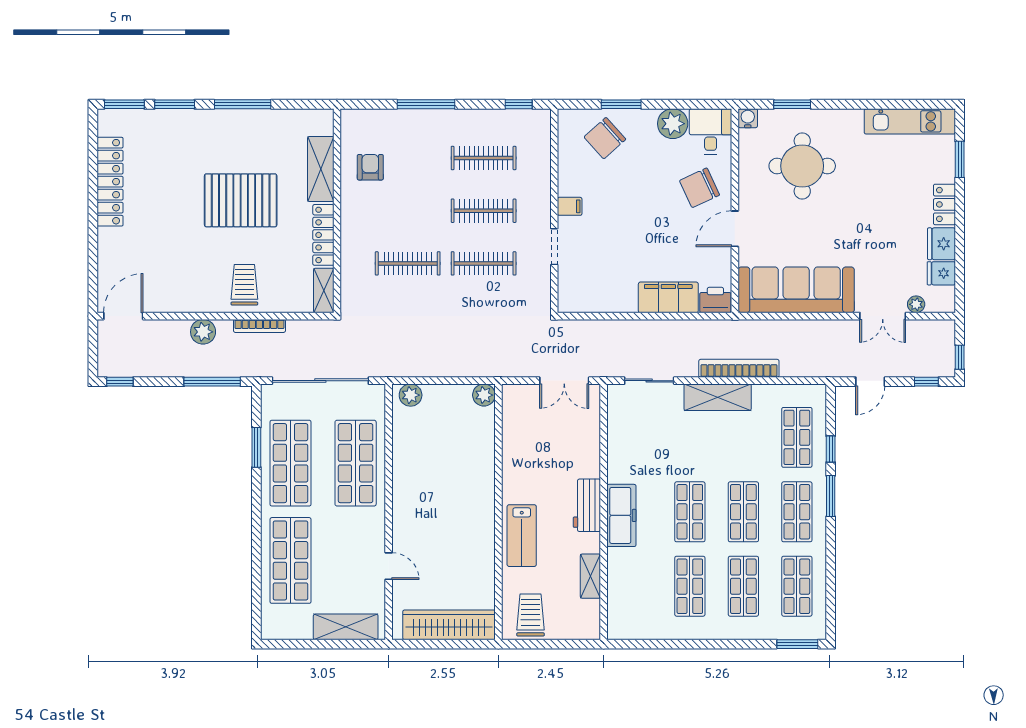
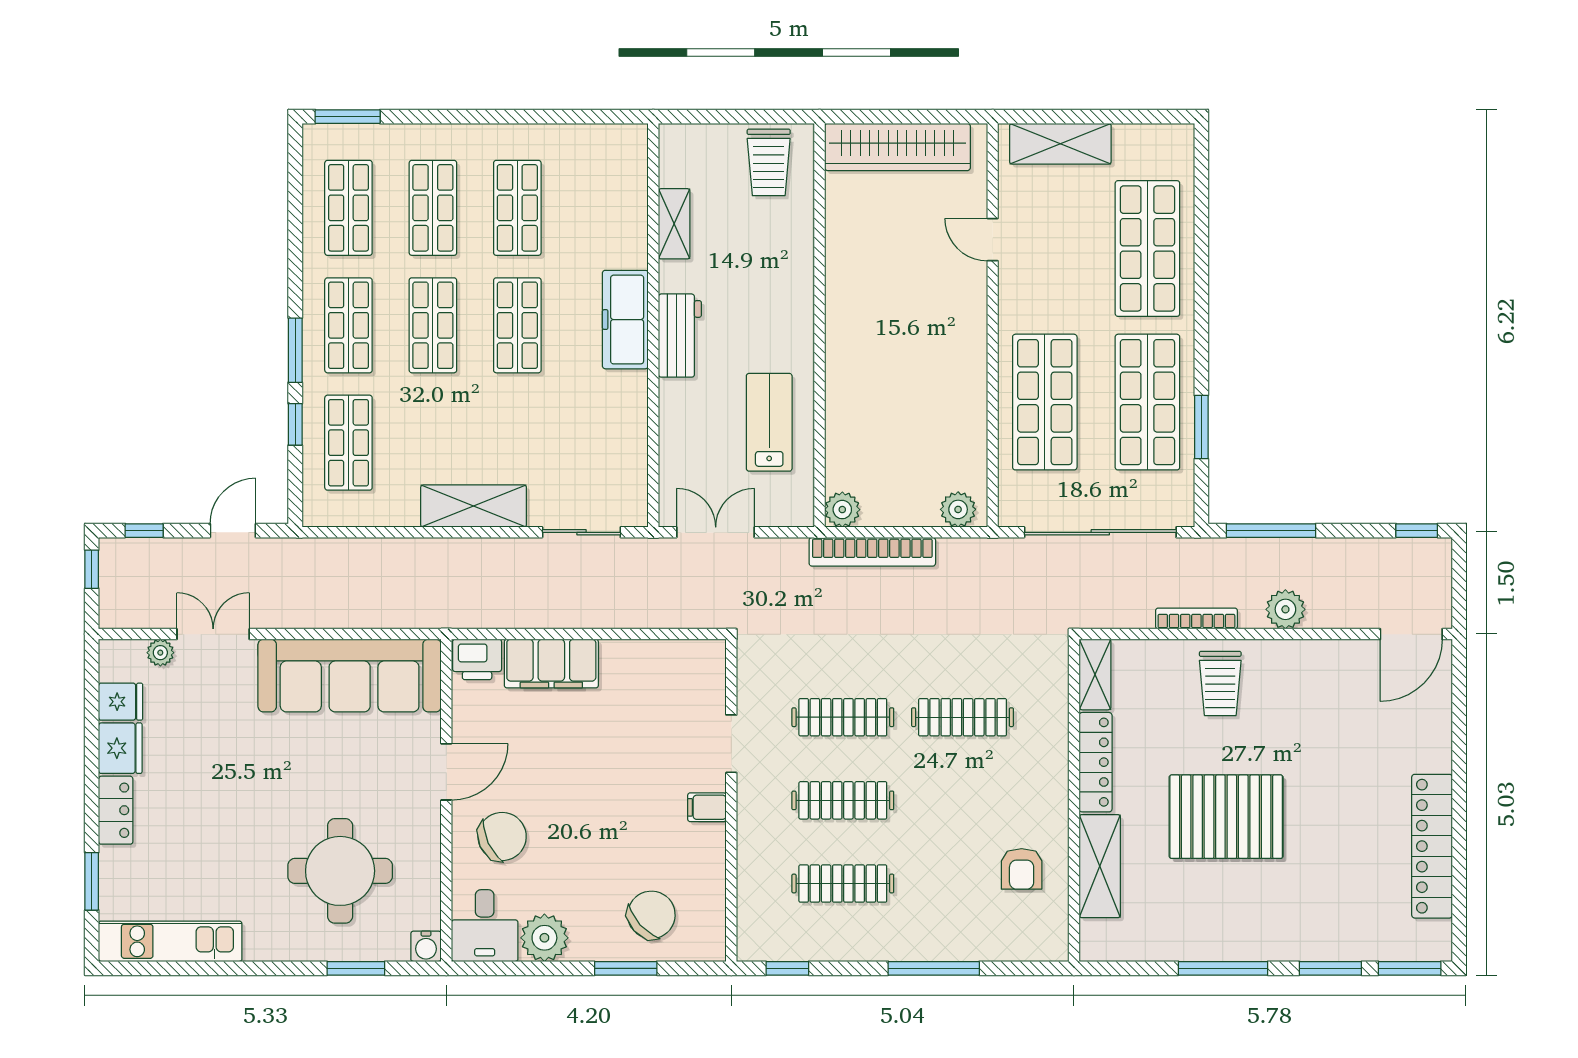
bookcase: (739, 368) -> (872, 552), moved
lab bench: (522, 536) -> (769, 422), moved

